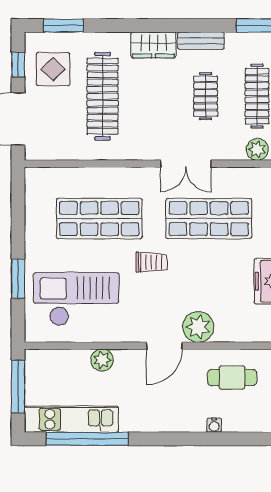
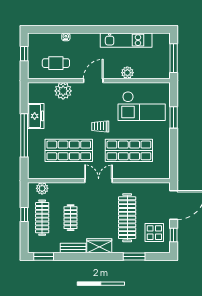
window: (63, 25) -> (134, 256), moved
double door: (186, 164) -> (99, 181), moved
plant: (198, 327) -> (63, 91), moved
kitchen unit: (71, 419) -> (126, 40), moved
window: (87, 439) -> (135, 29), removed

